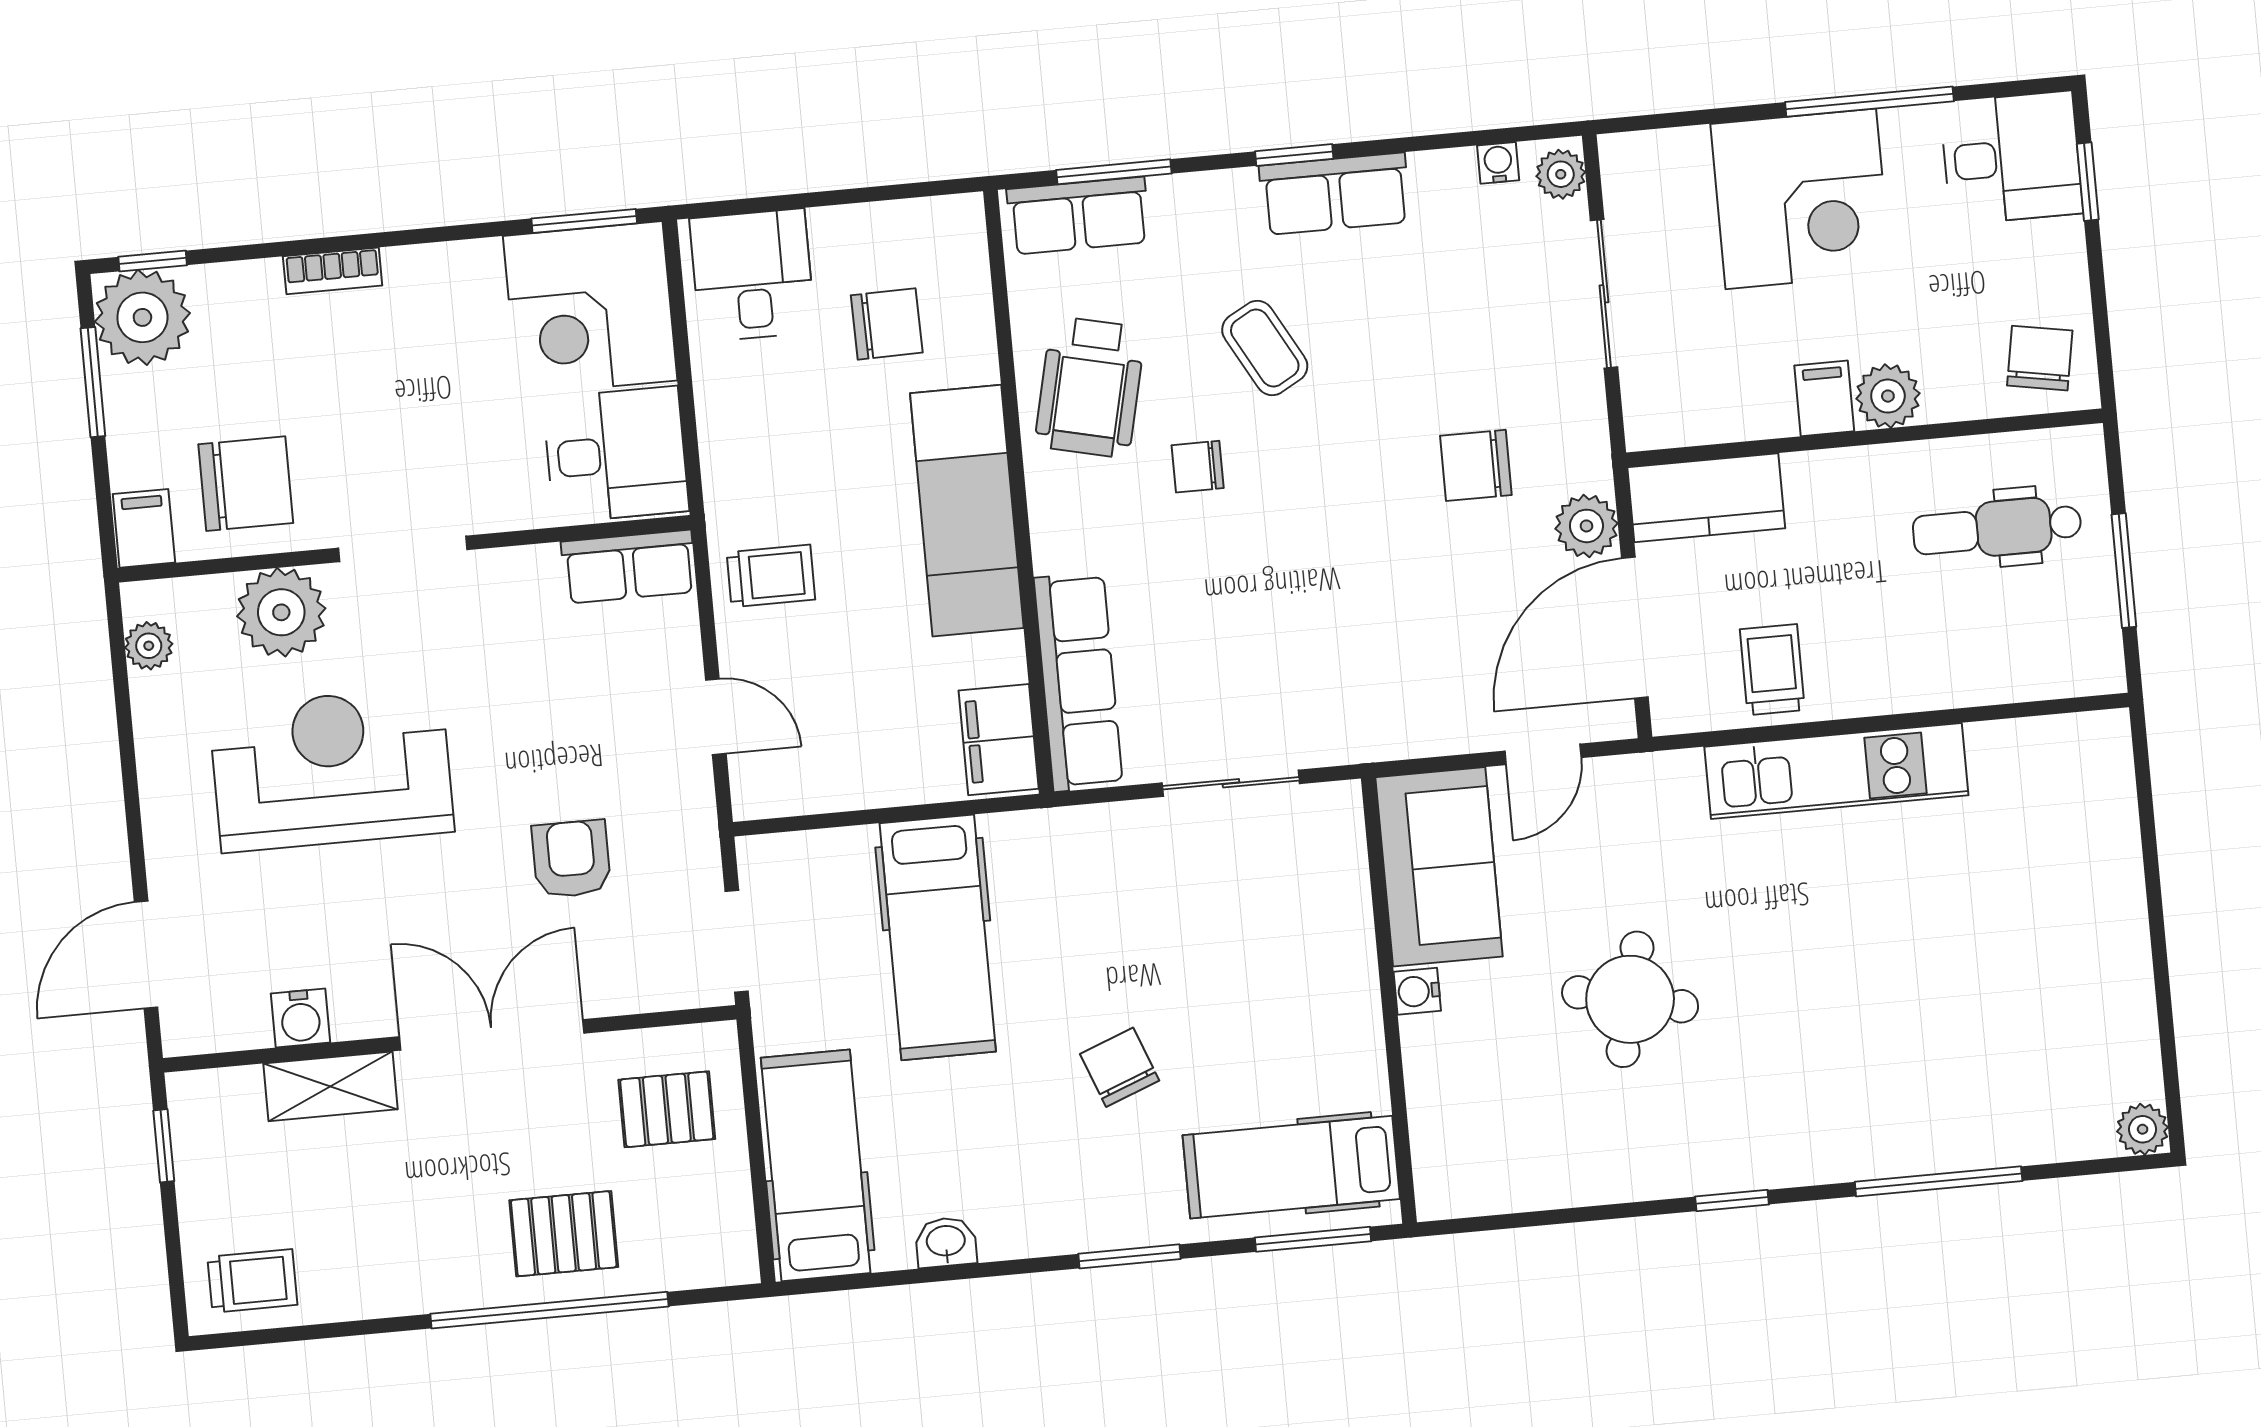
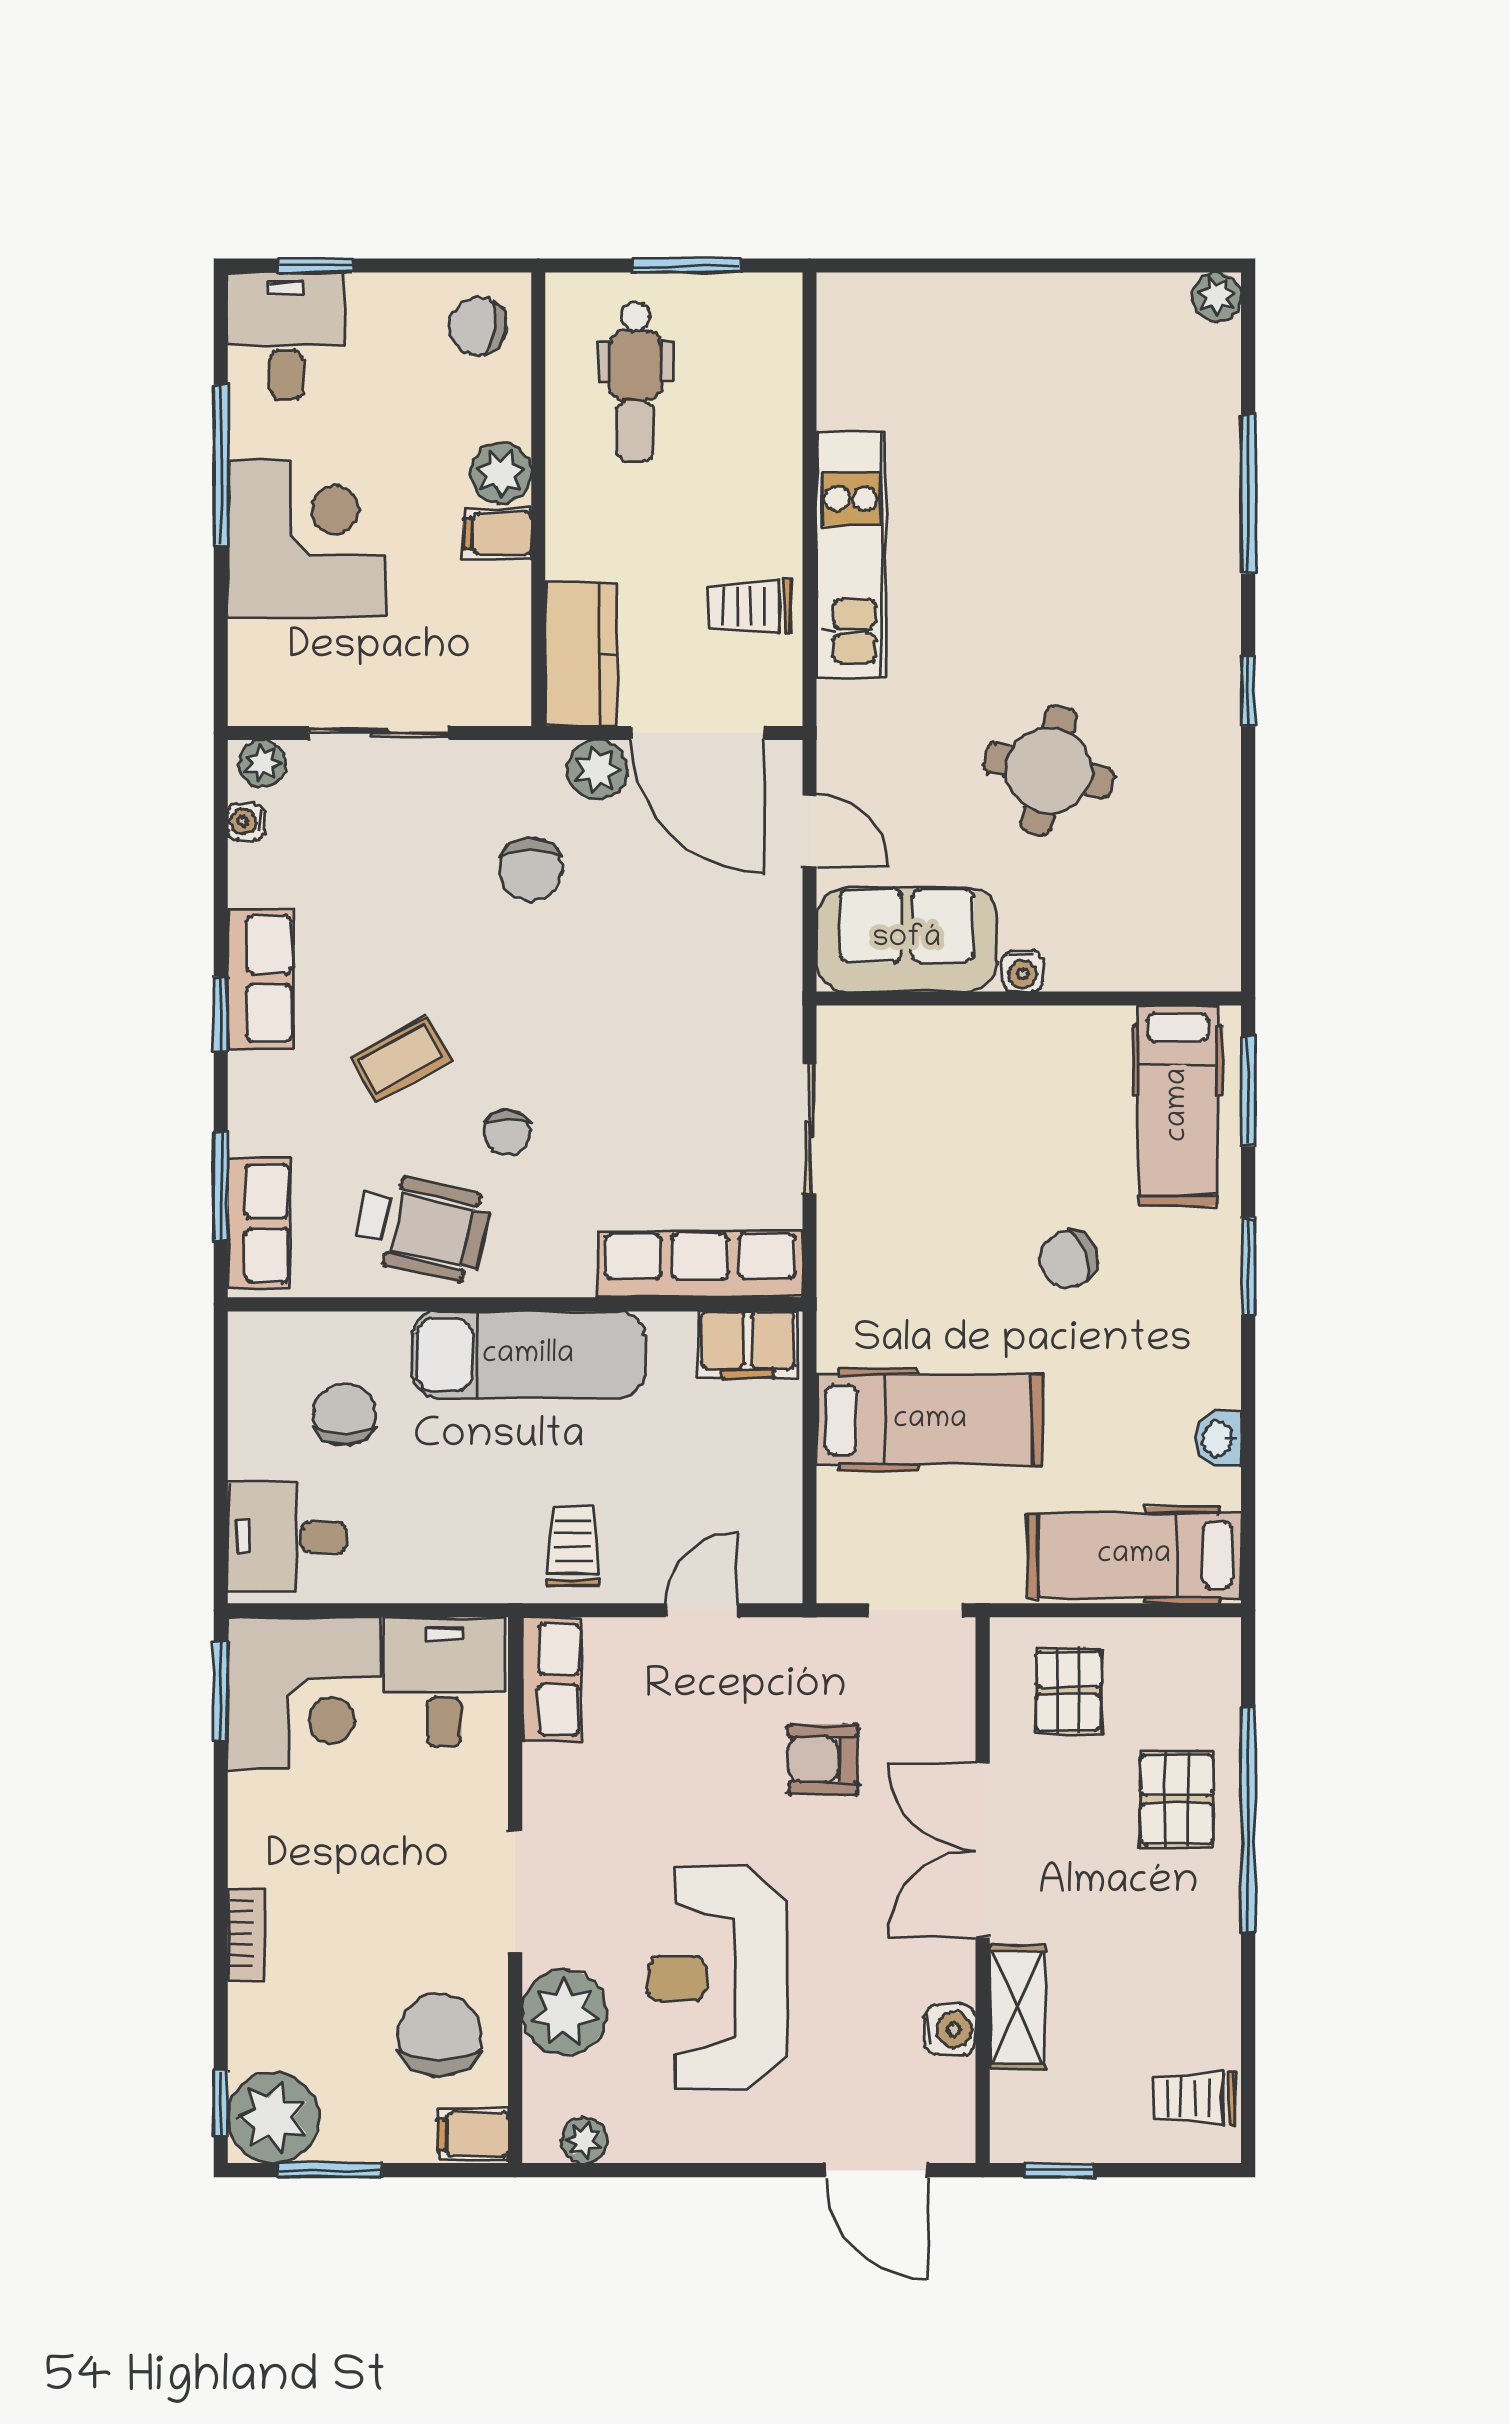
trolley: (252, 1281) -> (1194, 2098), turned -90

